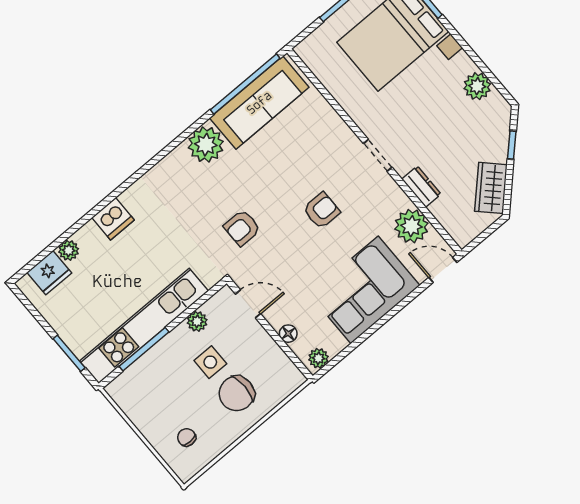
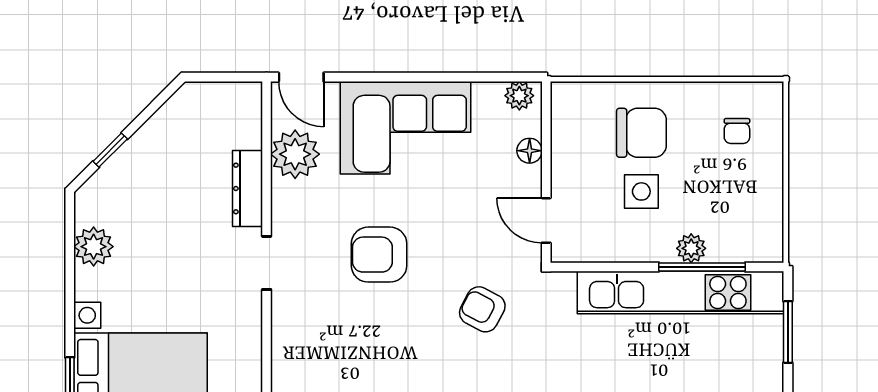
dresser: (421, 186) -> (248, 188), width x1.44
wardrobe: (491, 188) -> (173, 122), removed
armchair: (322, 210) -> (379, 255), width x1.38, depth x1.38
armchair: (242, 228) -> (482, 309), turned -152
plant: (197, 321) -> (691, 248), moved

